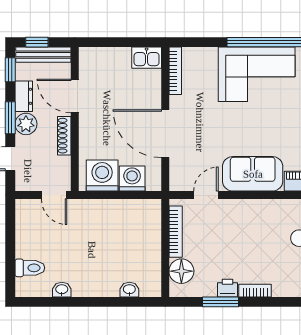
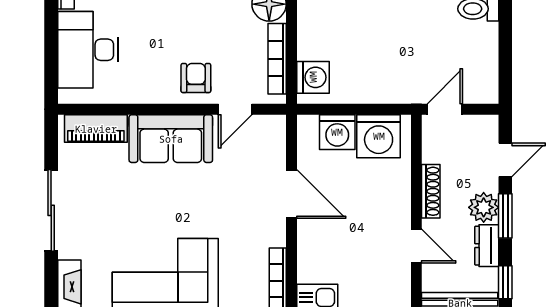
door: (75, 96) -> (416, 246), width x0.73
door: (165, 134) -> (291, 194), width x0.73
door: (54, 195) -> (445, 109), hinge flipped
washing machine: (150, 218) -> (313, 77), added
armchair: (234, 218) -> (196, 78), added

